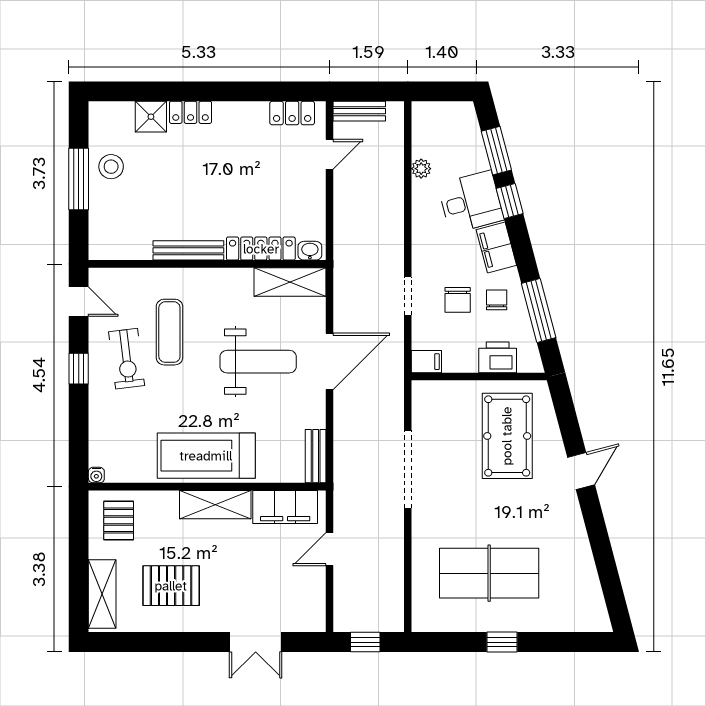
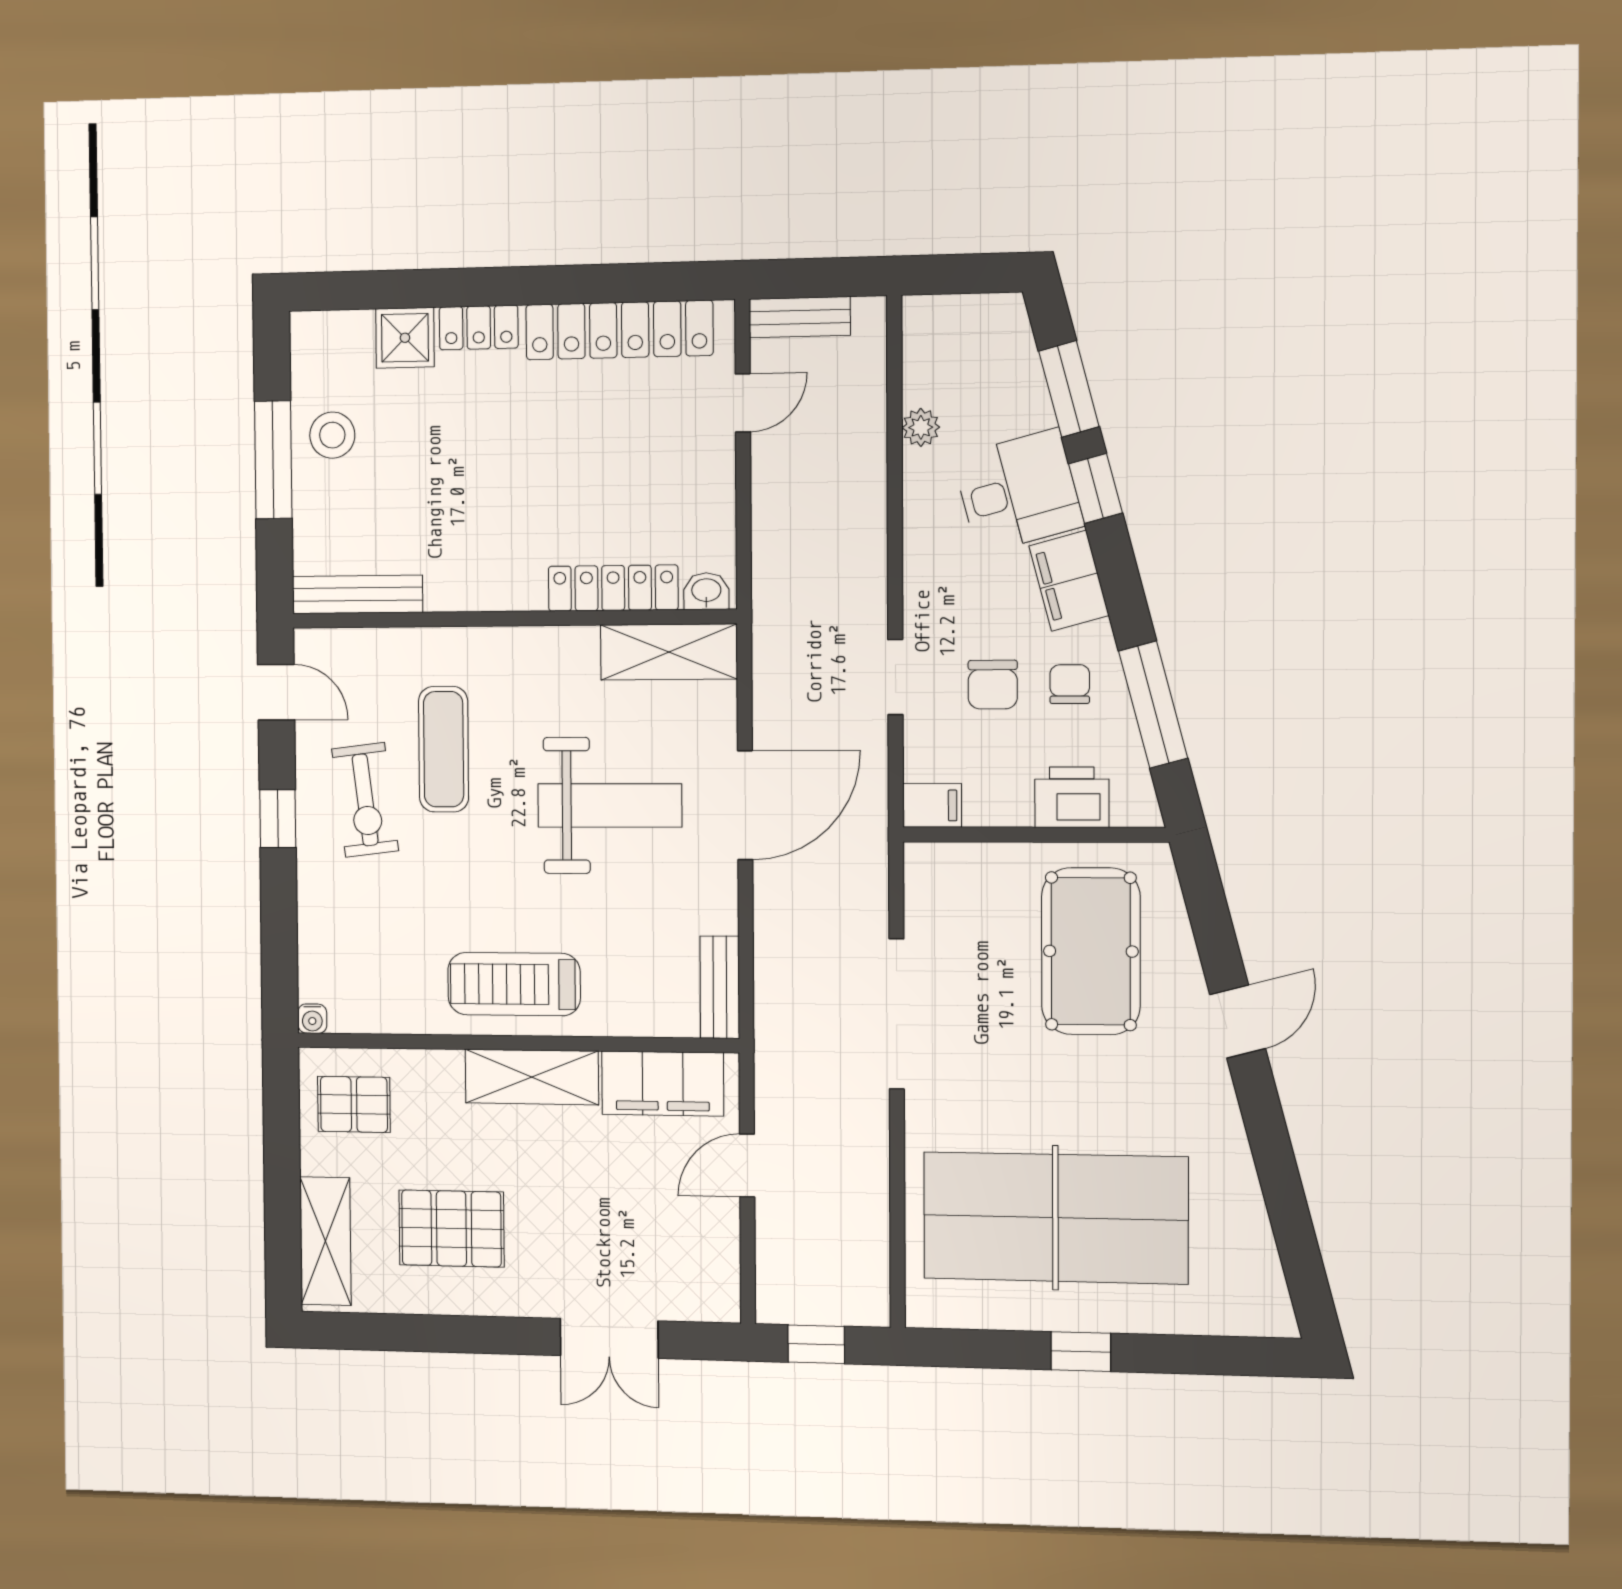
locker: (292, 113) -> (619, 330), width x2.16, depth x1.21
bench: (188, 250) -> (357, 594), moved
treadmill: (206, 456) -> (514, 984), width x0.73, depth x0.73
pallet: (119, 521) -> (354, 1104), turned 90
table tennis table: (489, 573) -> (1055, 1218), width x1.36, depth x1.32

